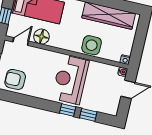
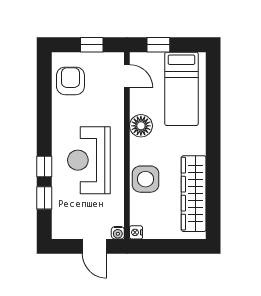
floor lamp: (41, 37) -> (141, 126), moved
reception desk: (70, 80) -> (89, 160), turned -90

